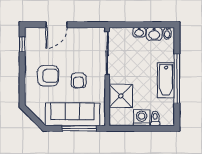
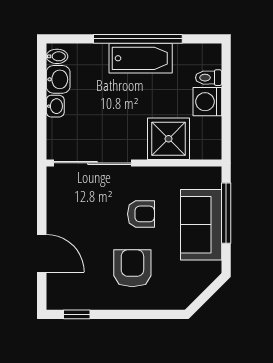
sofa: (72, 114) -> (201, 225), width x0.73

